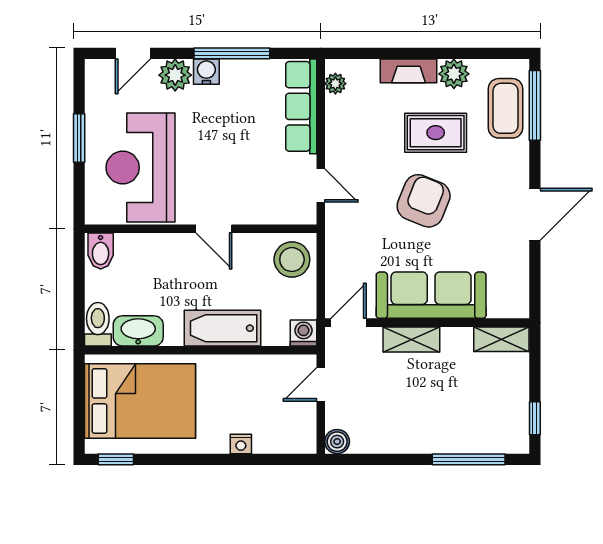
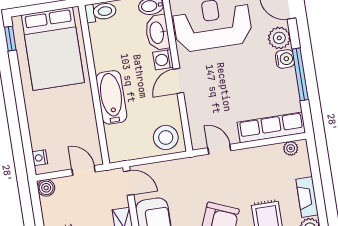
door: (321, 186) -> (219, 149), swing flipped
washbasin: (138, 331) -> (157, 33), moved, turned 180
washing machine: (304, 333) -> (163, 60), moved, turned 180
nightstand: (241, 444) -> (40, 158), moved

